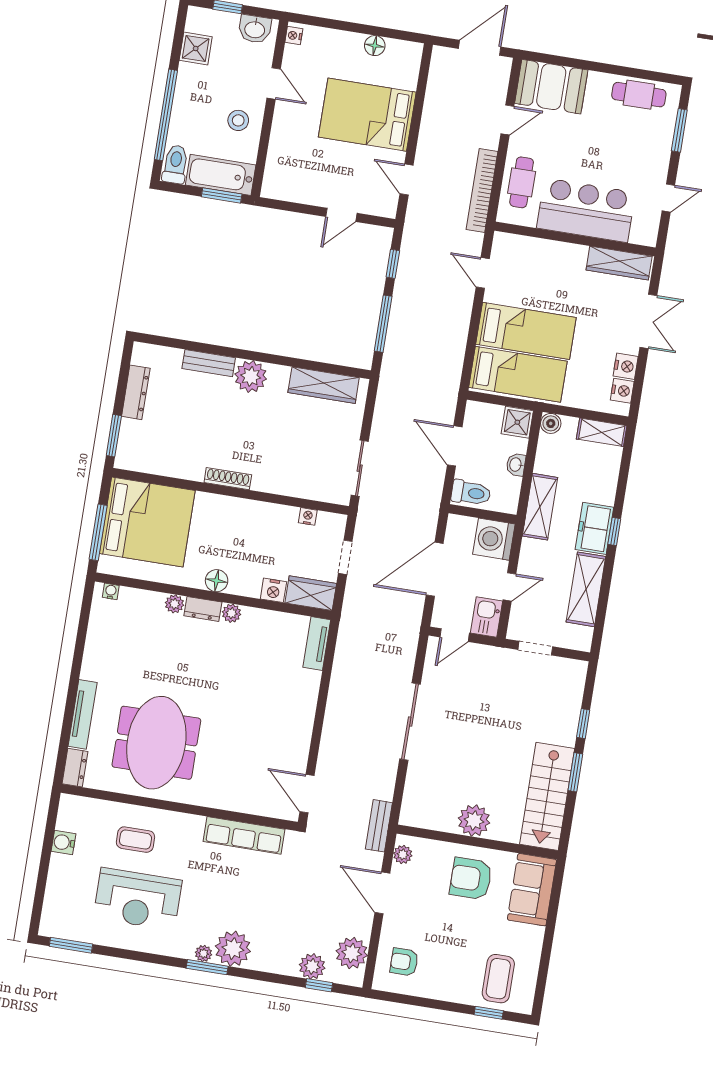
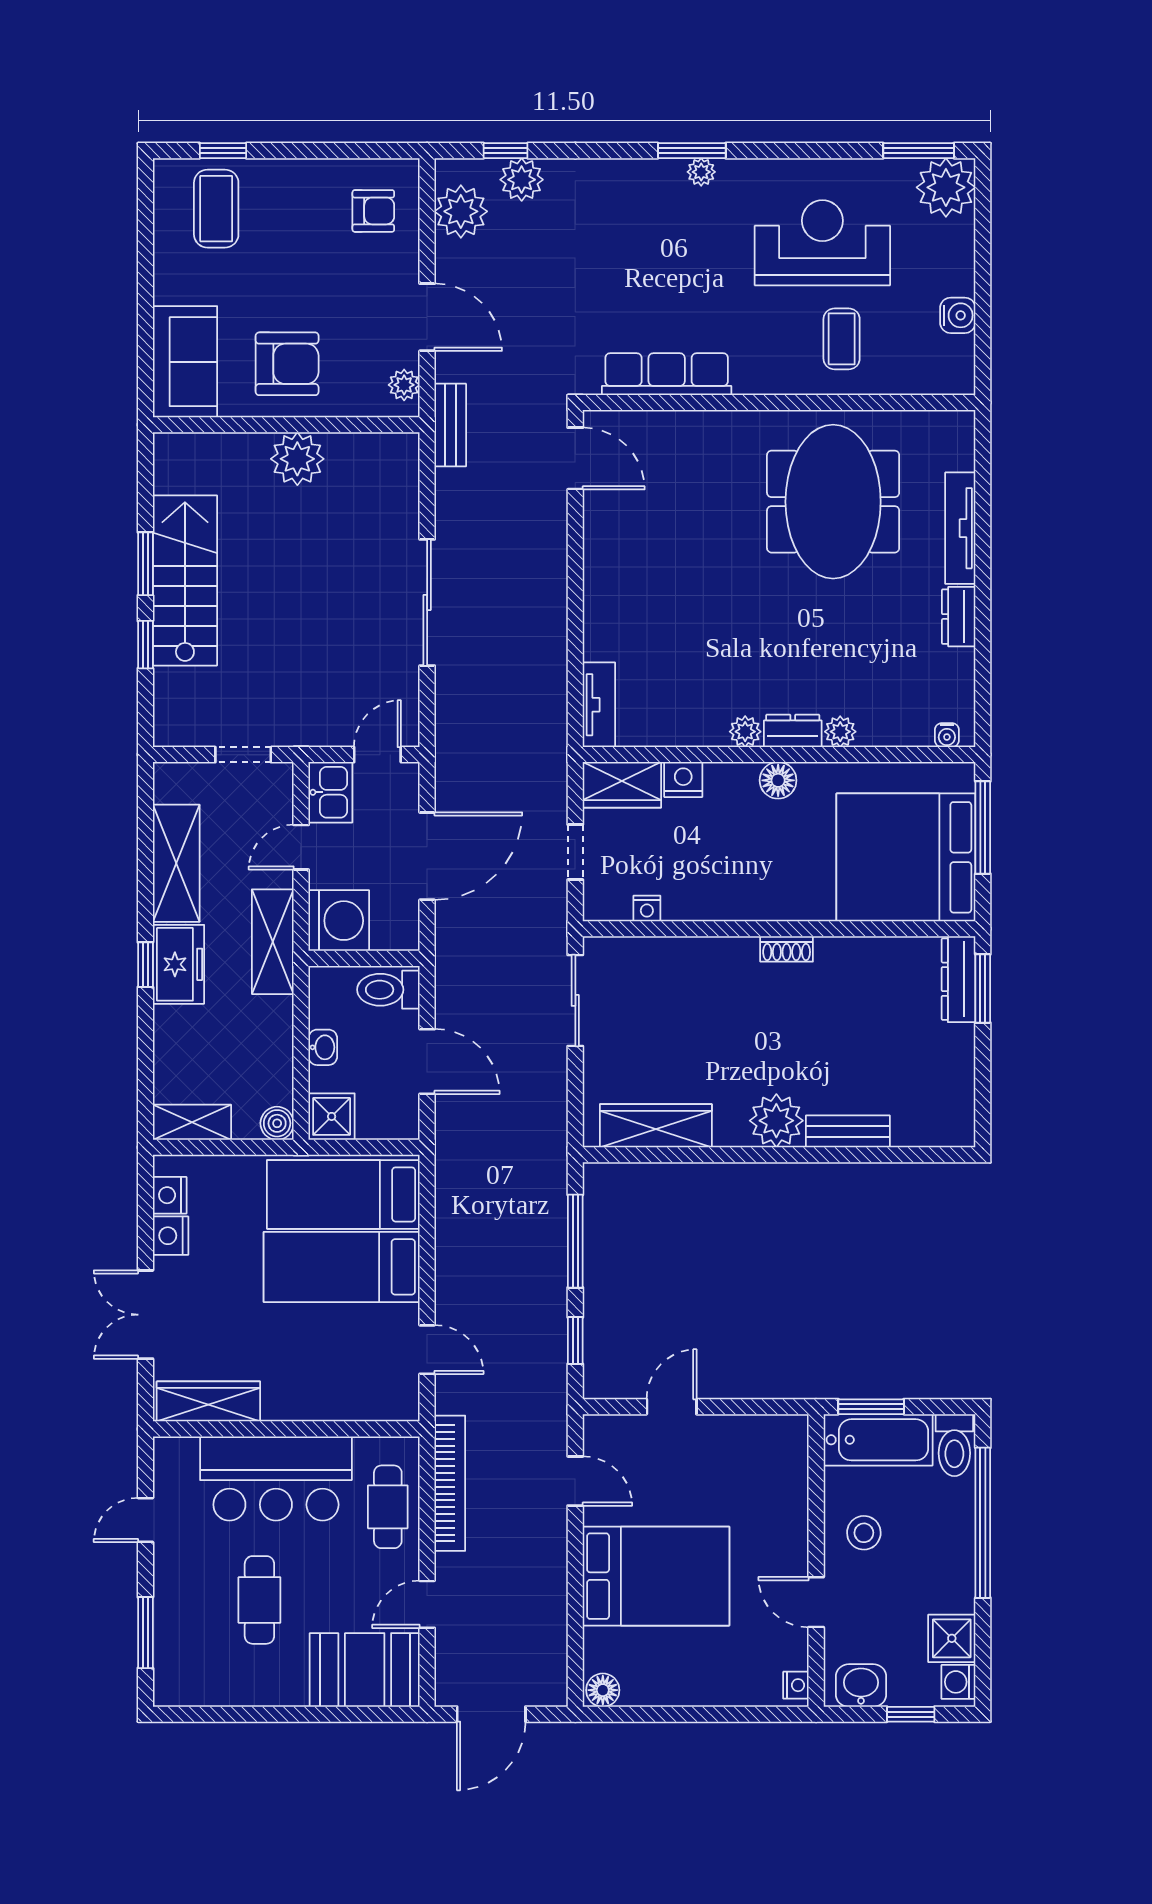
washing machine: (196, 22) -> (958, 1682), added
floor lamp: (375, 46) -> (603, 1690), moved
cafe table: (639, 95) -> (259, 1600), moved, turned 90
dresser: (136, 392) -> (959, 979), moved
shoe rack: (228, 479) -> (787, 949), width x0.70
shelving: (540, 507) -> (273, 942), moved
dresser: (75, 768) -> (959, 617), moved
stairs: (547, 796) -> (185, 580), moved
coffee table: (135, 840) -> (842, 339), turned 90
plant: (233, 949) -> (946, 187), moved

